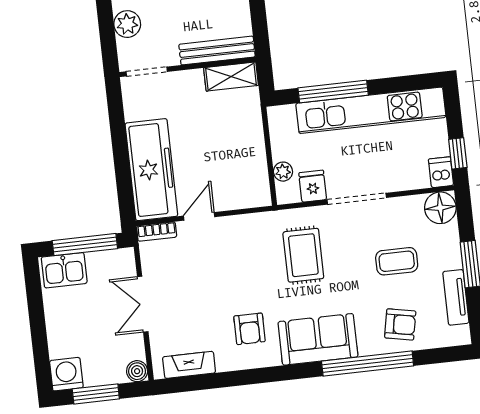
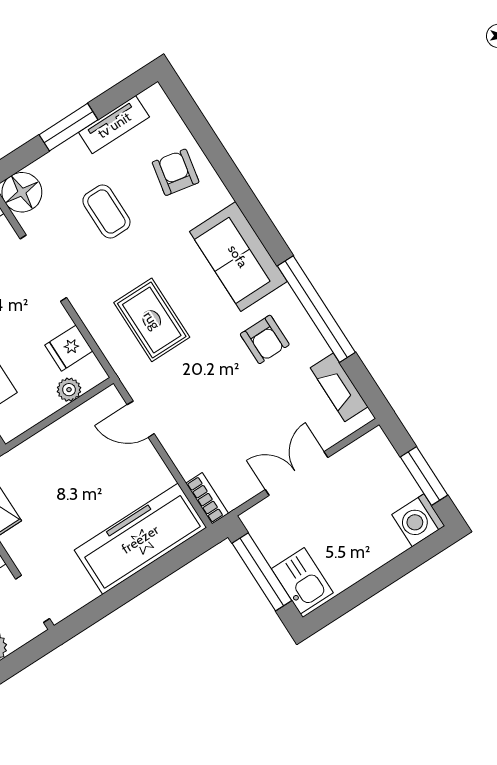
doorway: (357, 199) -> (43, 268), moved
door: (199, 216) -> (141, 419), moved
rug: (303, 255) -> (152, 320), turned 90
double door: (143, 304) -> (297, 473), swing flipped
armchair: (249, 329) -> (265, 339), turned 90
window: (368, 364) -> (316, 309), moved
boiler: (137, 371) -> (375, 442), removed

